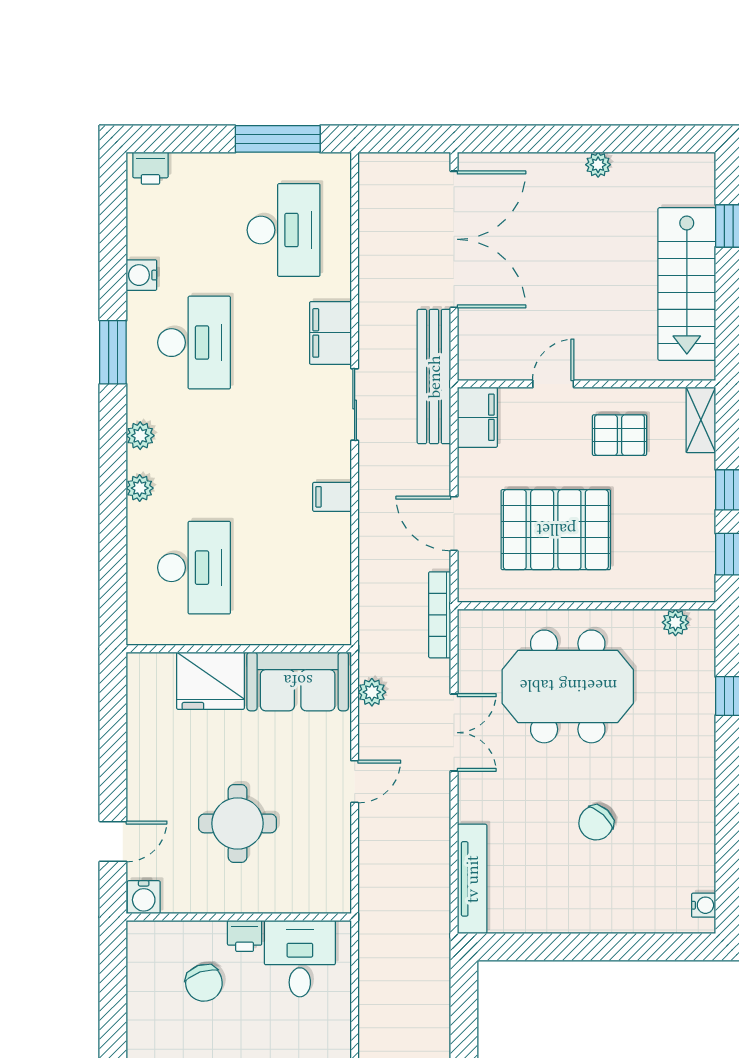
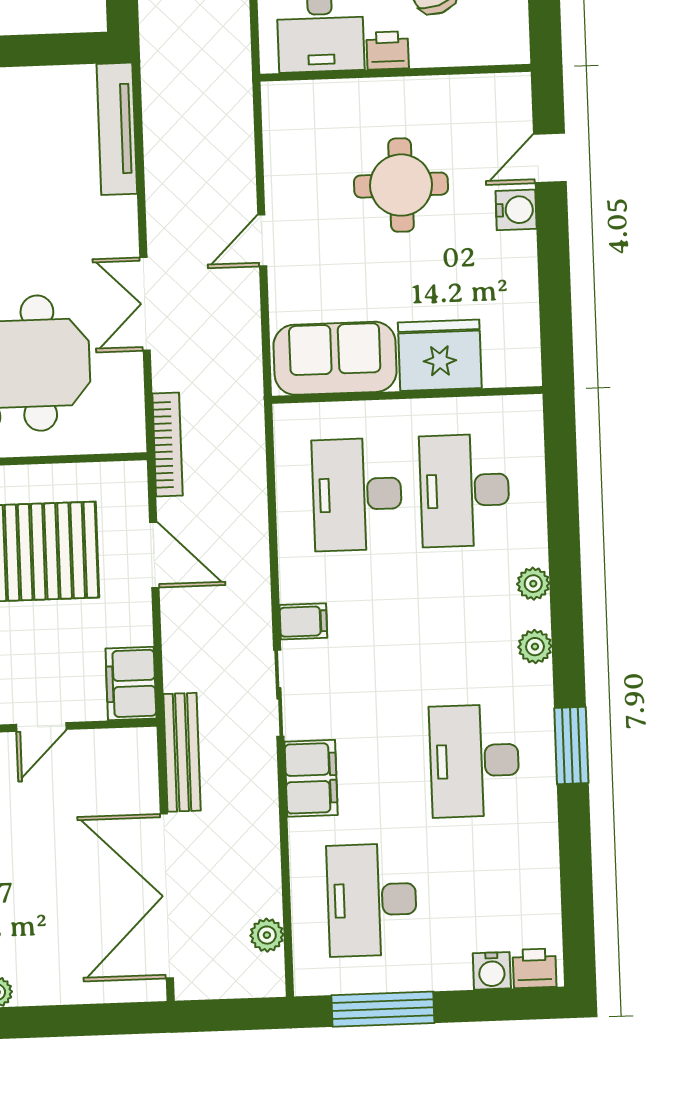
water cooler: (141, 275) -> (492, 971), moved, turned 90
bench: (434, 377) -> (182, 752), width x0.73, depth x0.82
filing cabinet: (332, 497) -> (303, 621), moved
desk: (284, 568) -> (357, 494), added
plant: (372, 692) -> (267, 935), moved
water cooler: (144, 897) -> (516, 210), moved, turned 90

